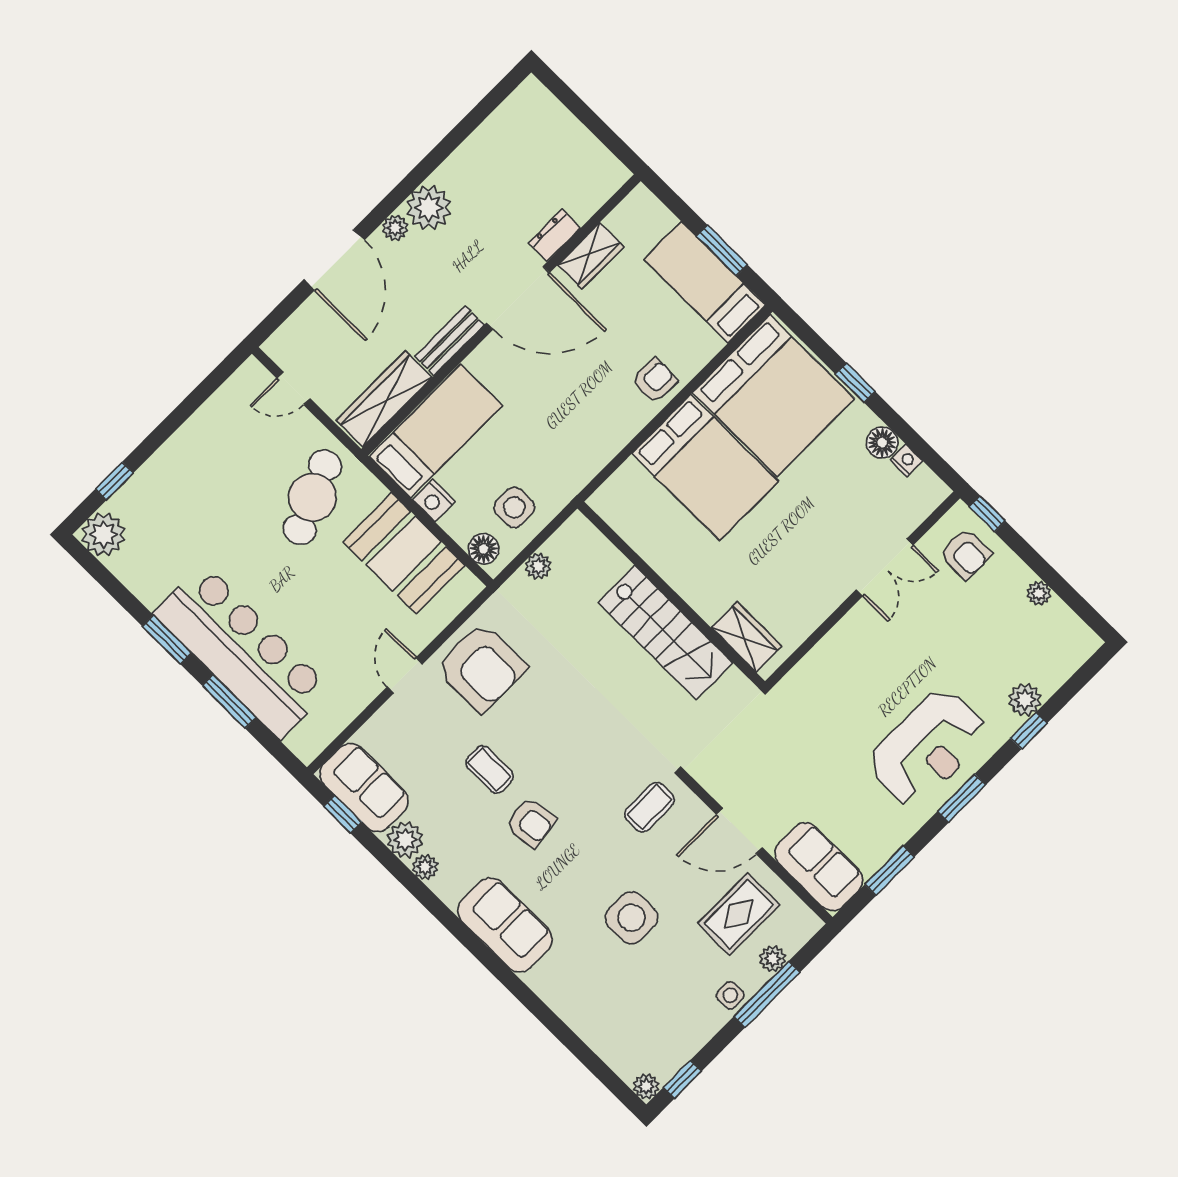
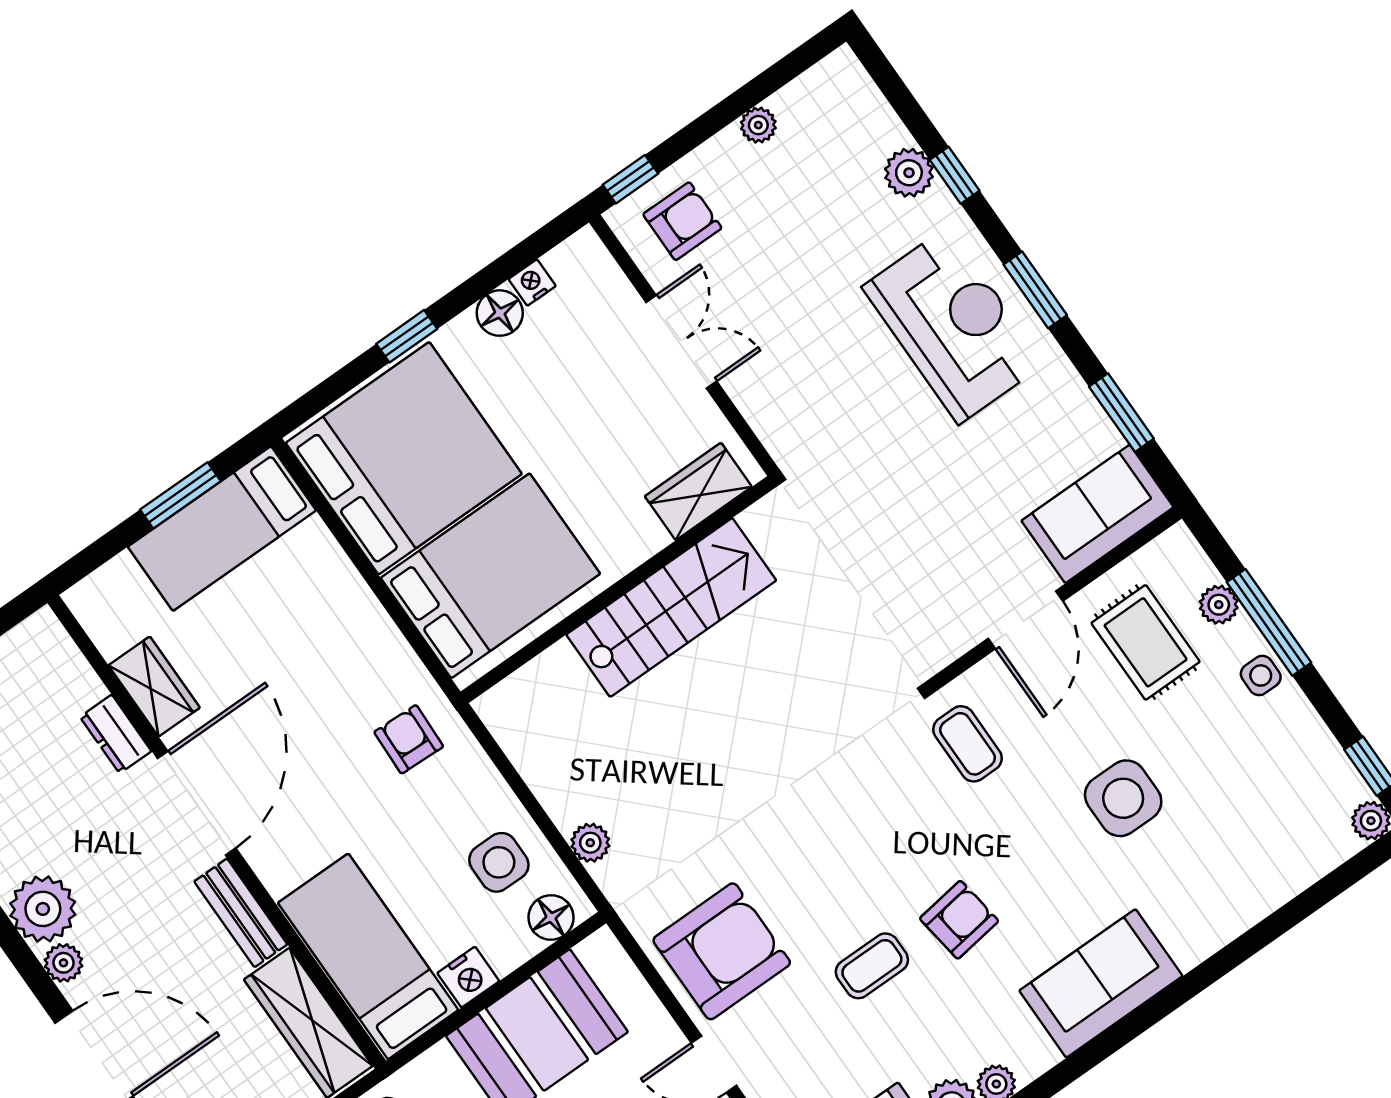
armchair: (655, 380) -> (409, 739), moved
wall: (671, 595) -> (618, 590), moved
stairs: (666, 633) -> (671, 607), moved
wardrobe: (746, 637) -> (698, 491), moved

